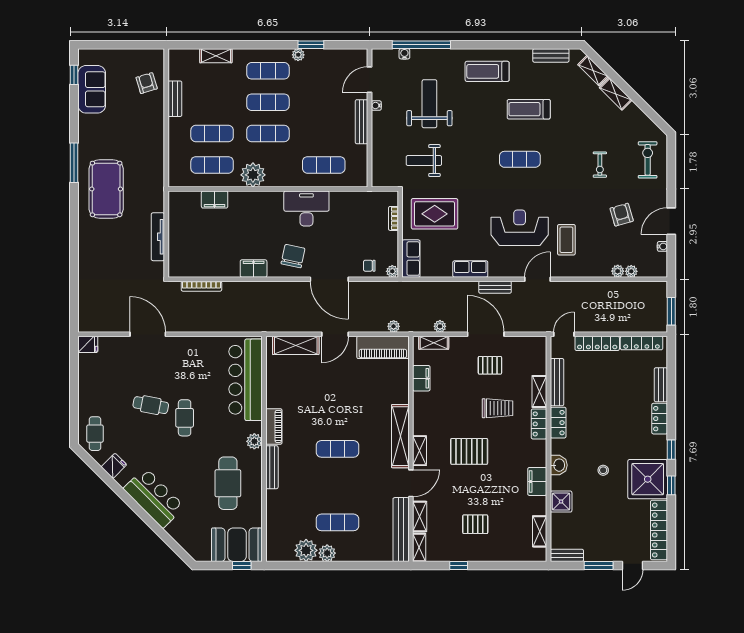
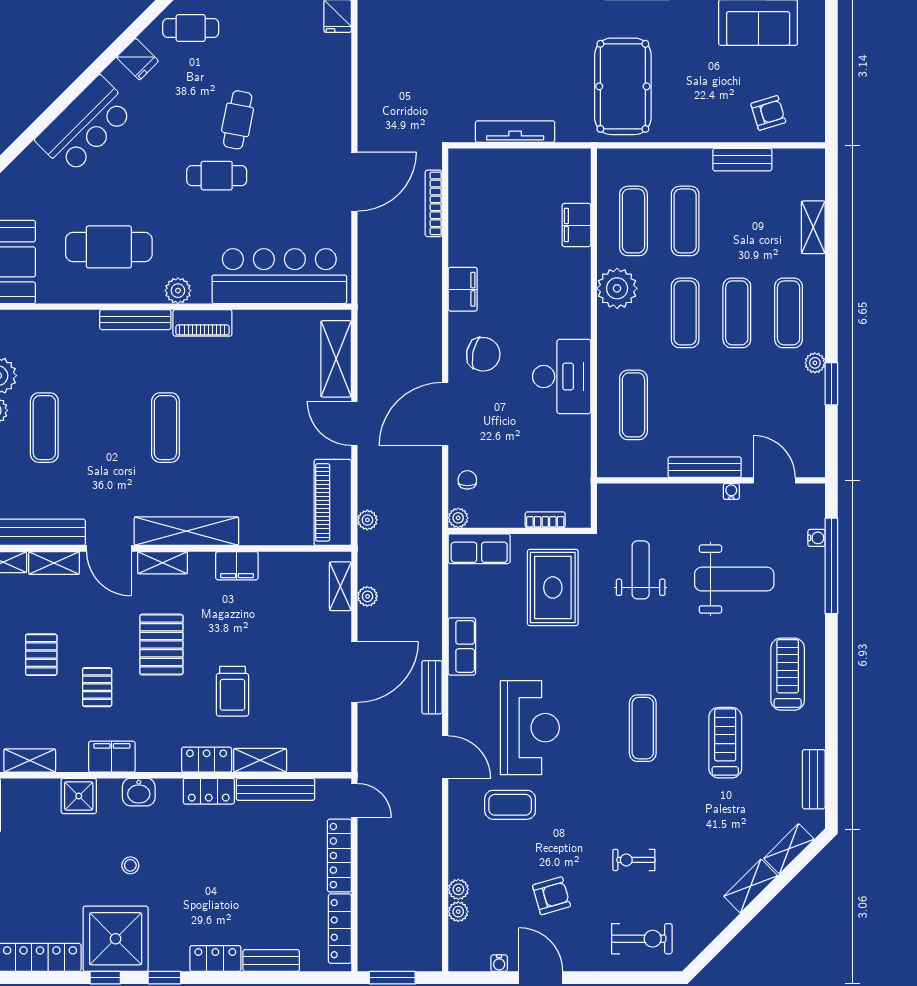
pool table: (106, 189) -> (623, 86), moved, turned 90
door: (148, 334) -> (354, 182), moved
pallet: (490, 365) -> (97, 687), moved
filing cabinet: (421, 378) -> (237, 566), moved

